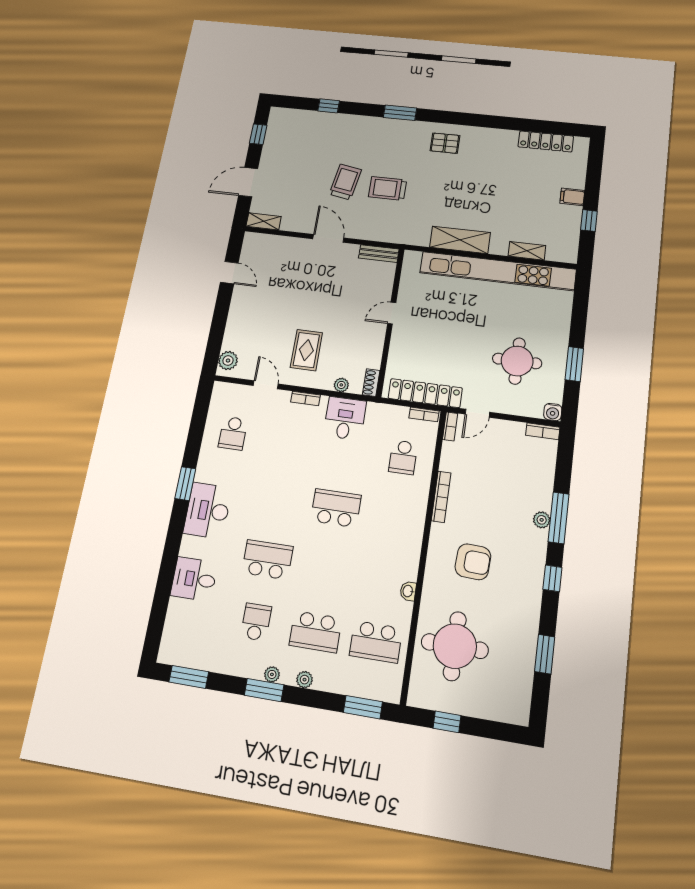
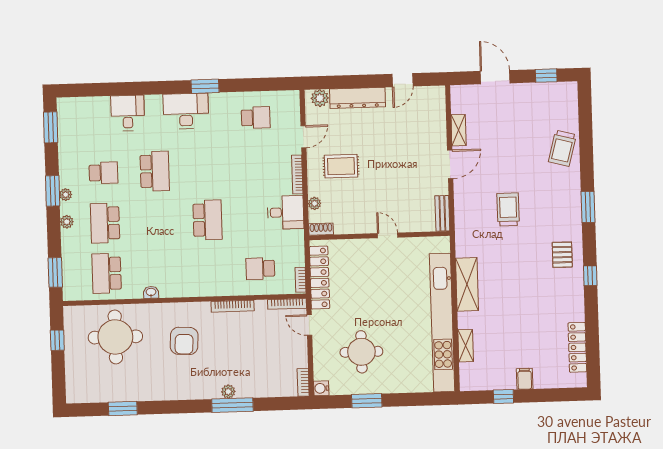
window: (329, 106) -> (590, 276), moved
trolley: (345, 182) -> (562, 148), moved, turned 95
shelving: (264, 221) -> (459, 130), moved
dresser: (237, 321) -> (358, 98), added
bookcase: (305, 398) -> (297, 174), width x1.56
bookcase: (450, 426) -> (287, 304), width x1.56
school desk: (233, 433) -> (256, 118), turned 180
window: (552, 578) -> (183, 407), removed

